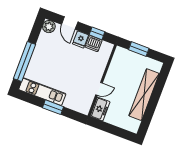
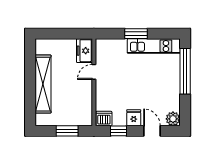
dishwasher: (94, 44) -> (104, 119), moved

